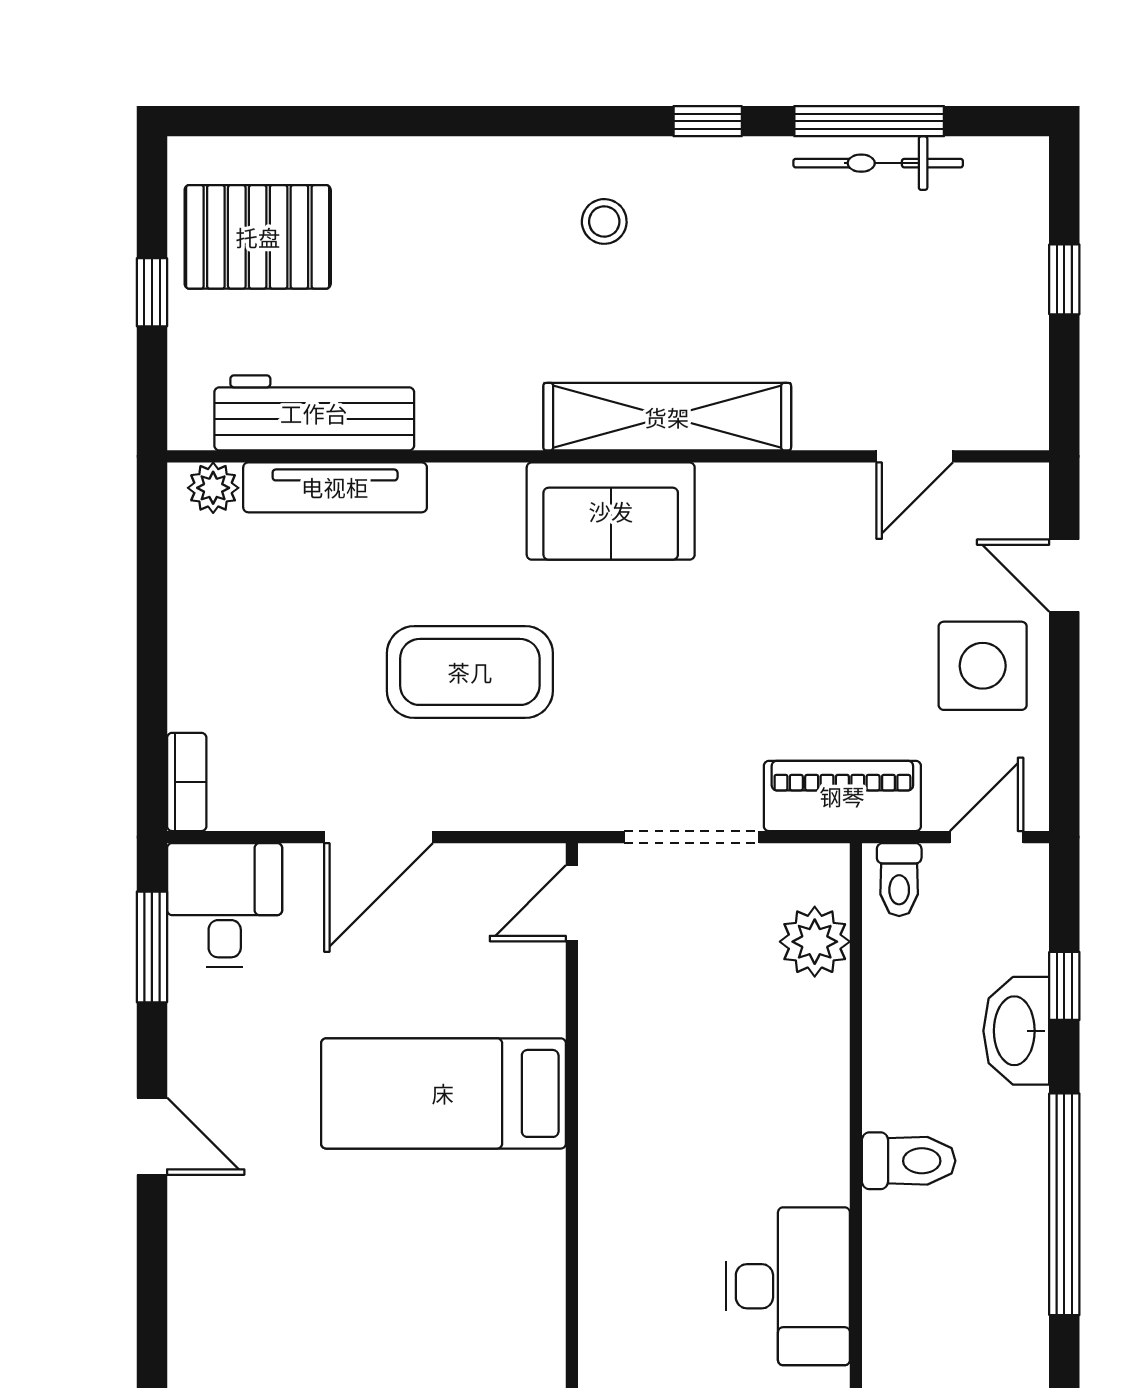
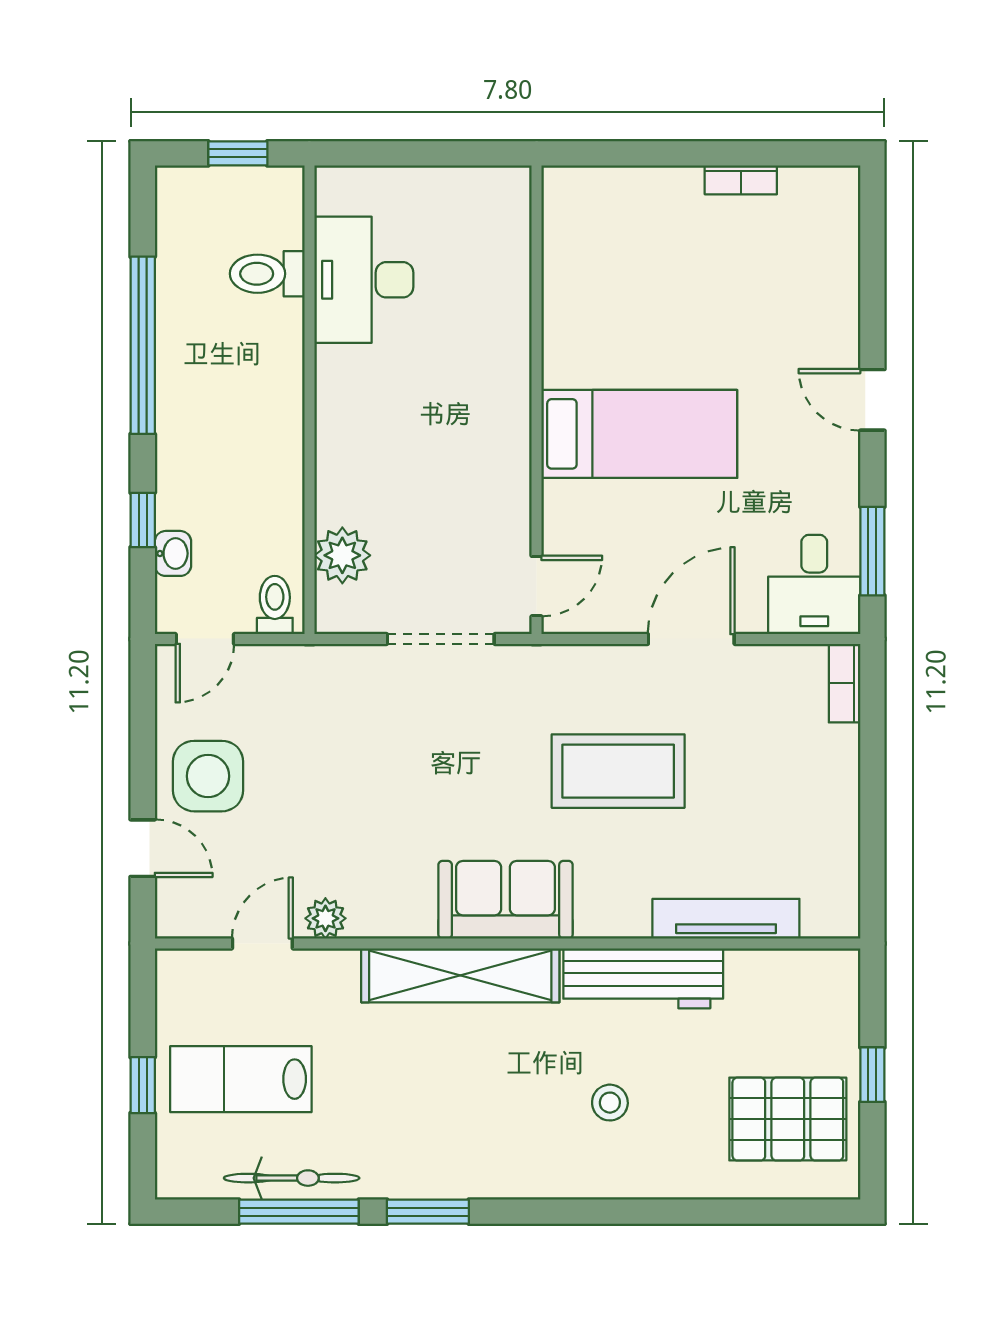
window: (708, 121) -> (428, 1212), width x1.50
stool: (604, 221) -> (610, 1103), moved
lab bench: (942, 287) -> (241, 1079), added
workbench: (314, 413) -> (643, 978), moved
plant: (213, 488) -> (325, 918), moved
piano: (842, 796) -> (320, 672), removed
washbasin: (1016, 1031) -> (173, 553), moved, width x0.52, depth x0.69
toilet: (909, 1161) -> (267, 274), moved

